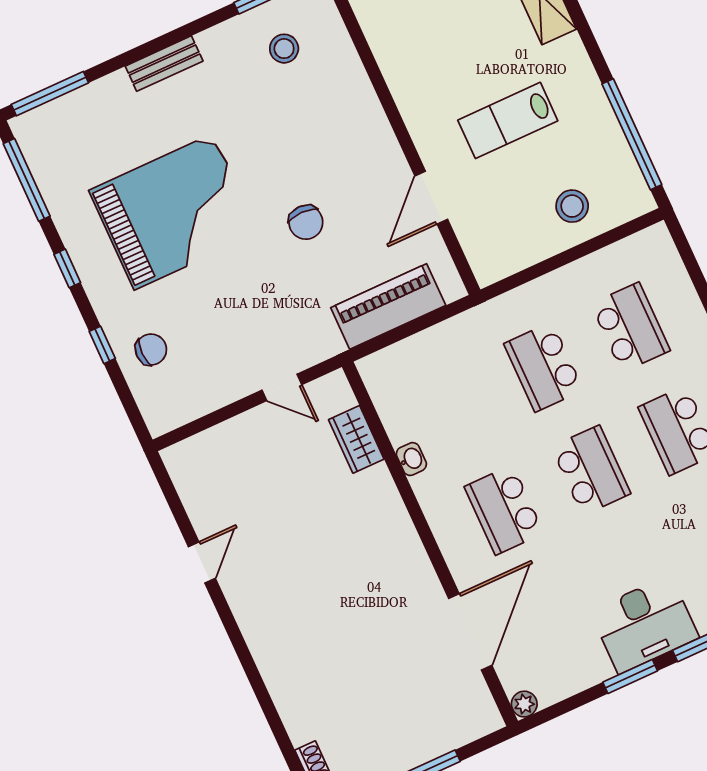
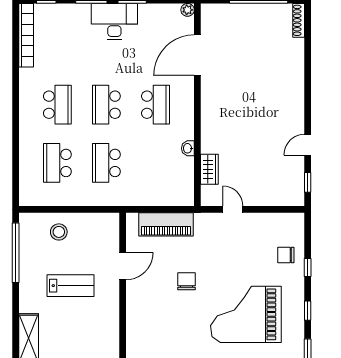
school desk: (544, 367) -> (106, 163), turned 180
window: (171, 496) -> (308, 182), added

